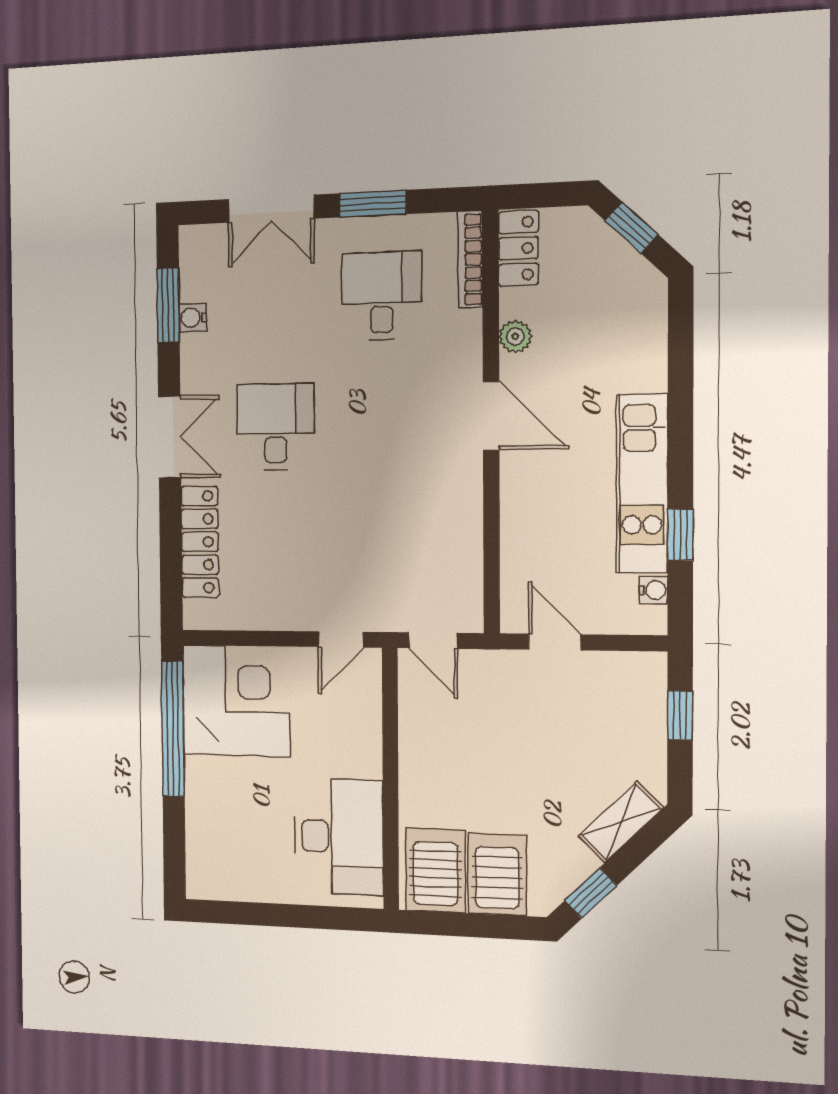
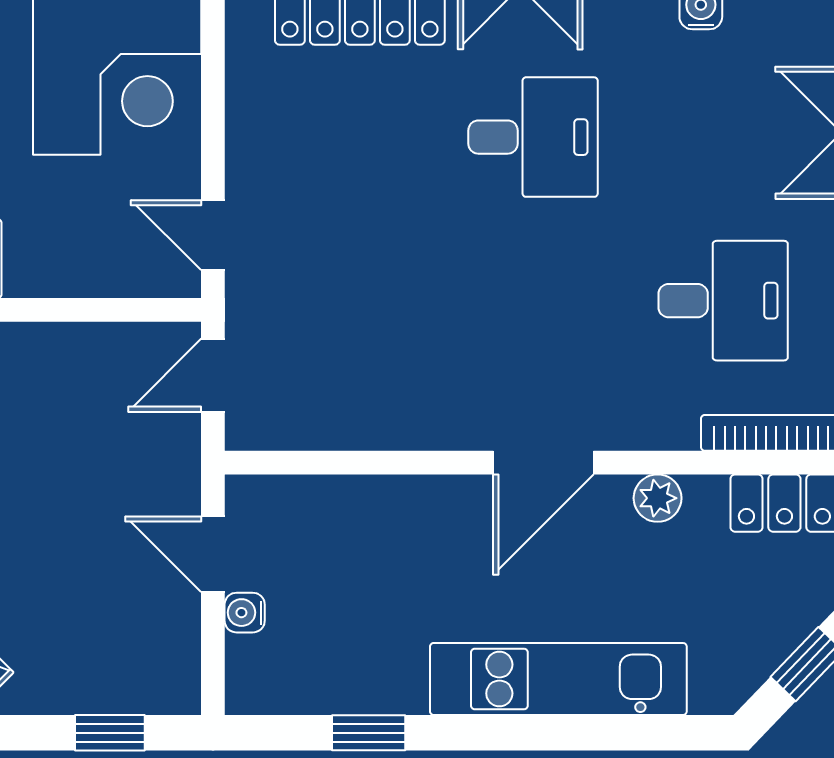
kitchen unit: (642, 484) -> (558, 679), moved
water cooler: (653, 590) -> (245, 613), moved, turned 90
door: (555, 642) -> (213, 554), swing flipped

